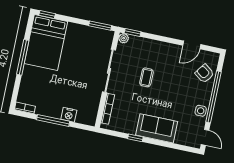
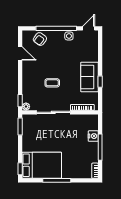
sofa: (157, 128) -> (89, 77), moved

